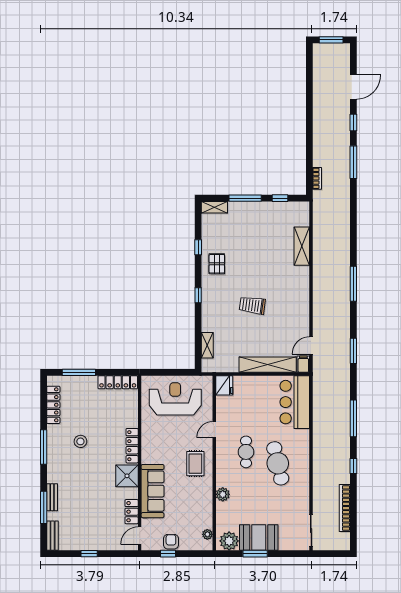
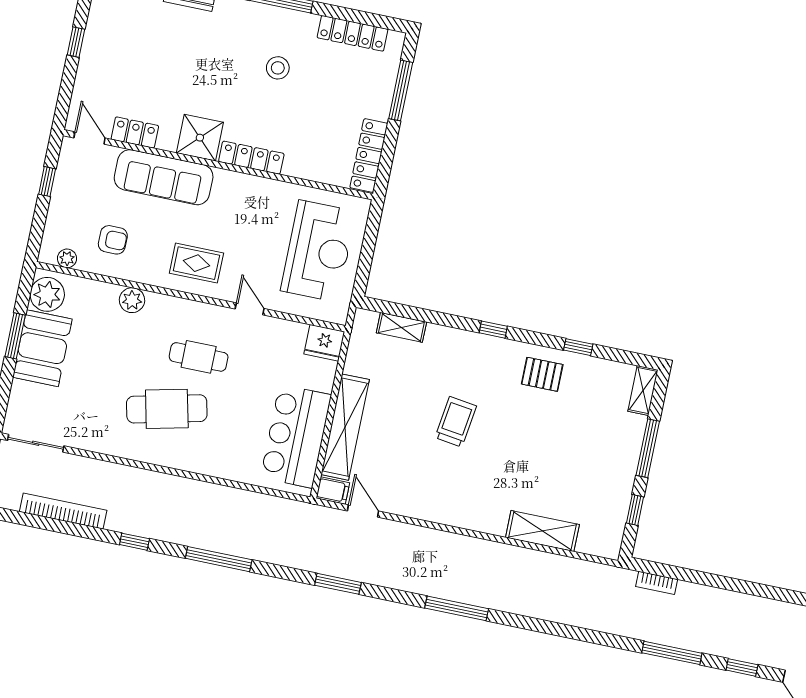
bar counter: (295, 402) -> (296, 436), moved, turned -90
armchair: (171, 542) -> (113, 240), moved

